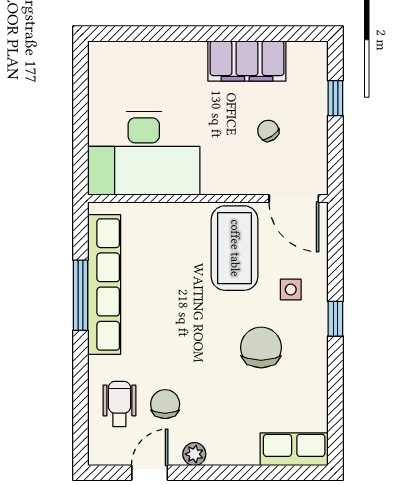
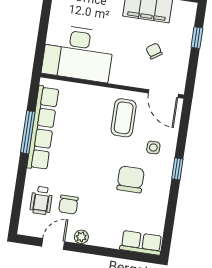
coffee table: (235, 248) -> (124, 118), width x0.73, depth x0.76
wheelchair: (119, 404) -> (41, 200), turned 180
chair: (165, 404) -> (68, 205), turned 180

